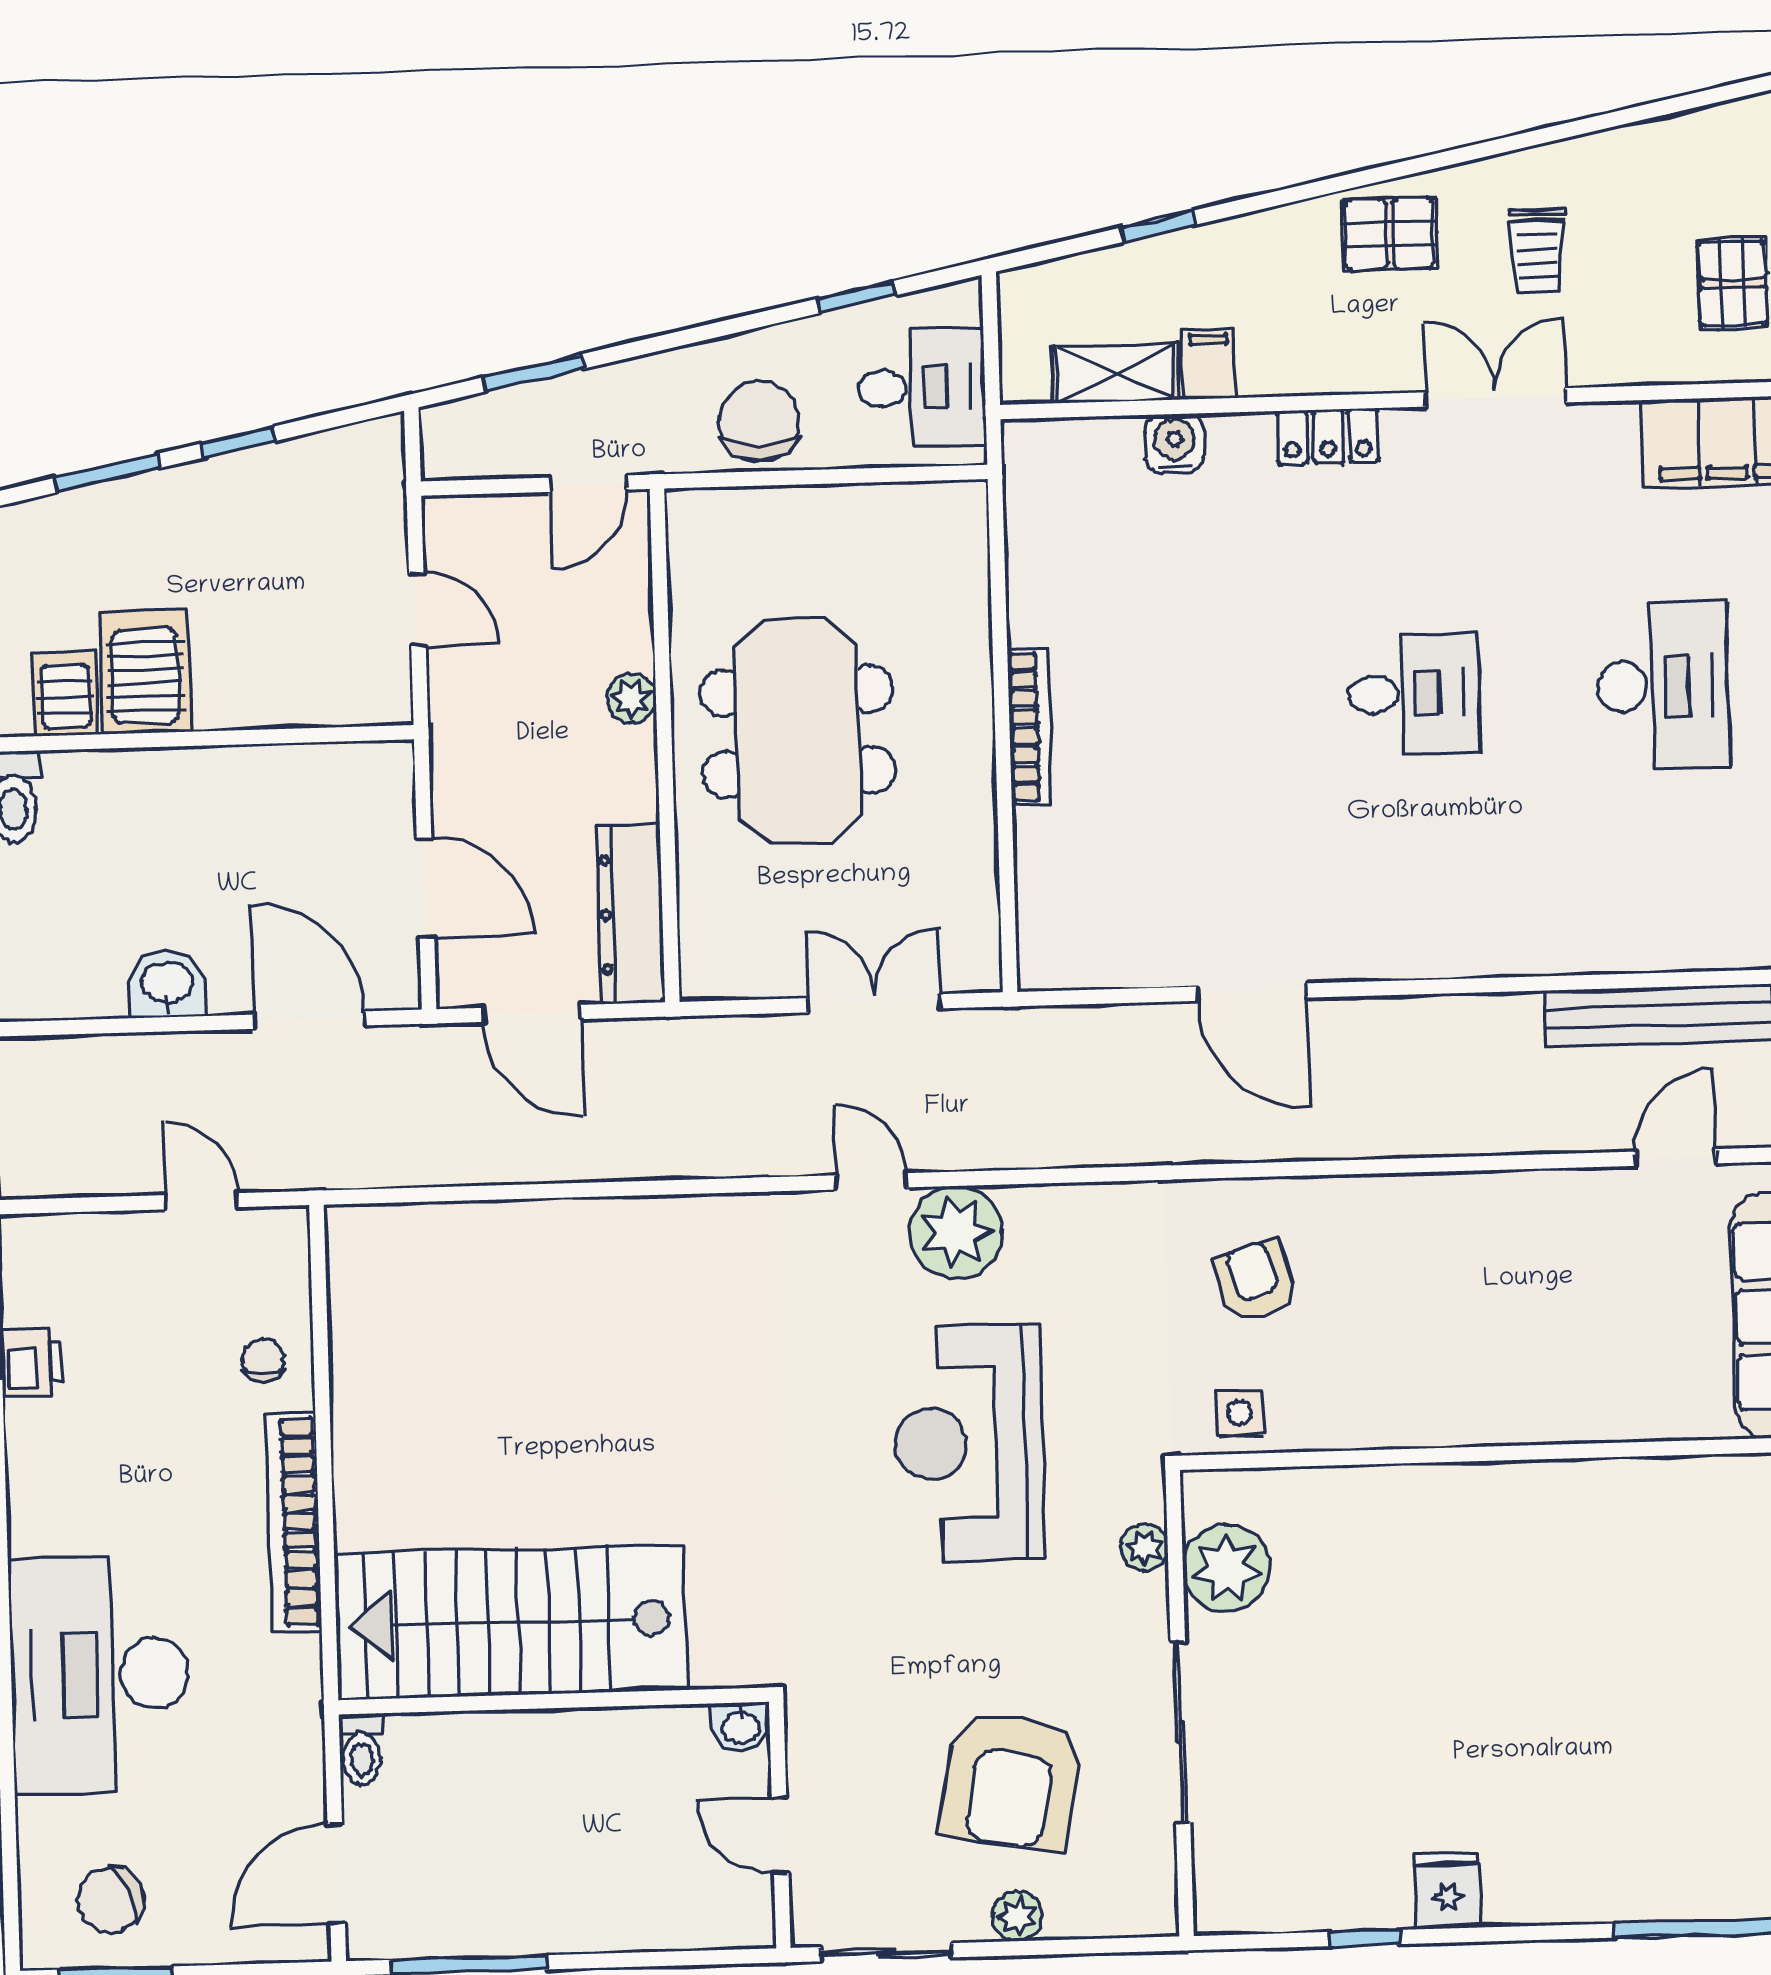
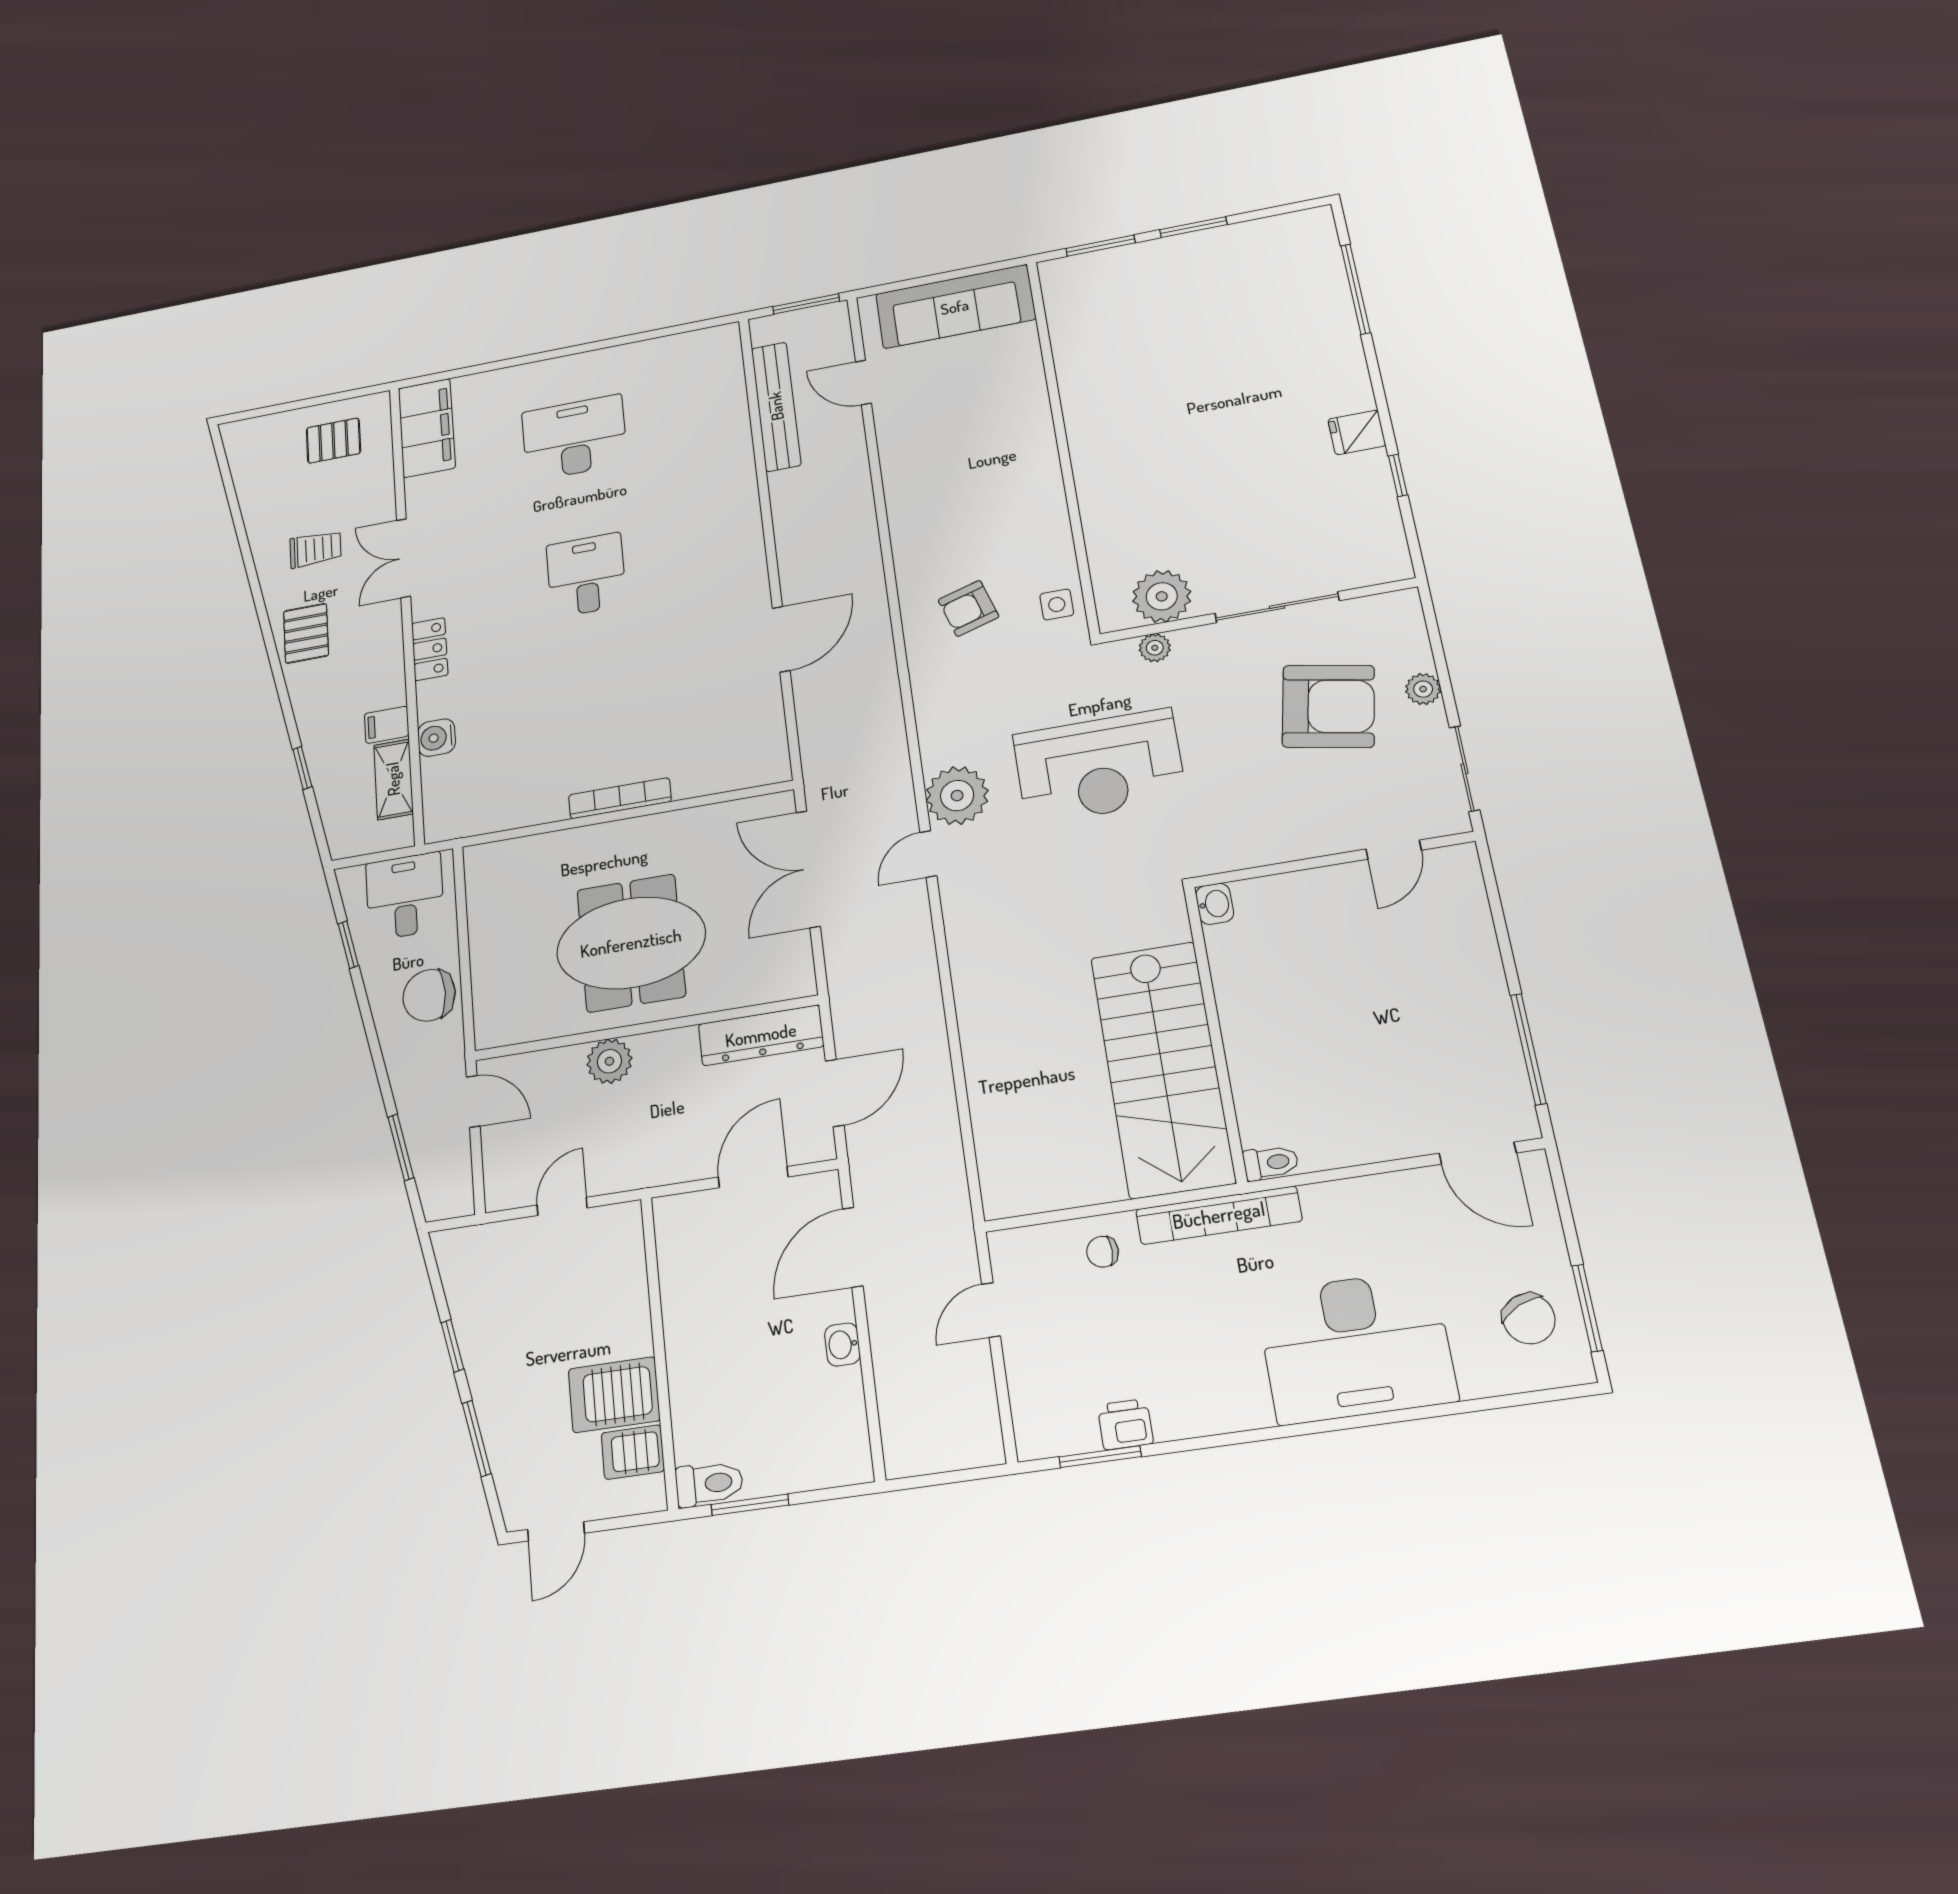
plant: (631, 698) -> (609, 1061), width x1.38, depth x1.38
washbasin: (167, 984) -> (842, 1345), width x0.72, depth x0.69
double door: (874, 1003) -> (808, 869), width x1.37
stairs: (511, 1622) -> (1162, 1069), moved
wall: (554, 1701) -> (1215, 1032), moved
washbasin: (740, 1726) -> (1215, 904), moved
toilet: (361, 1749) -> (1271, 1163), moved

